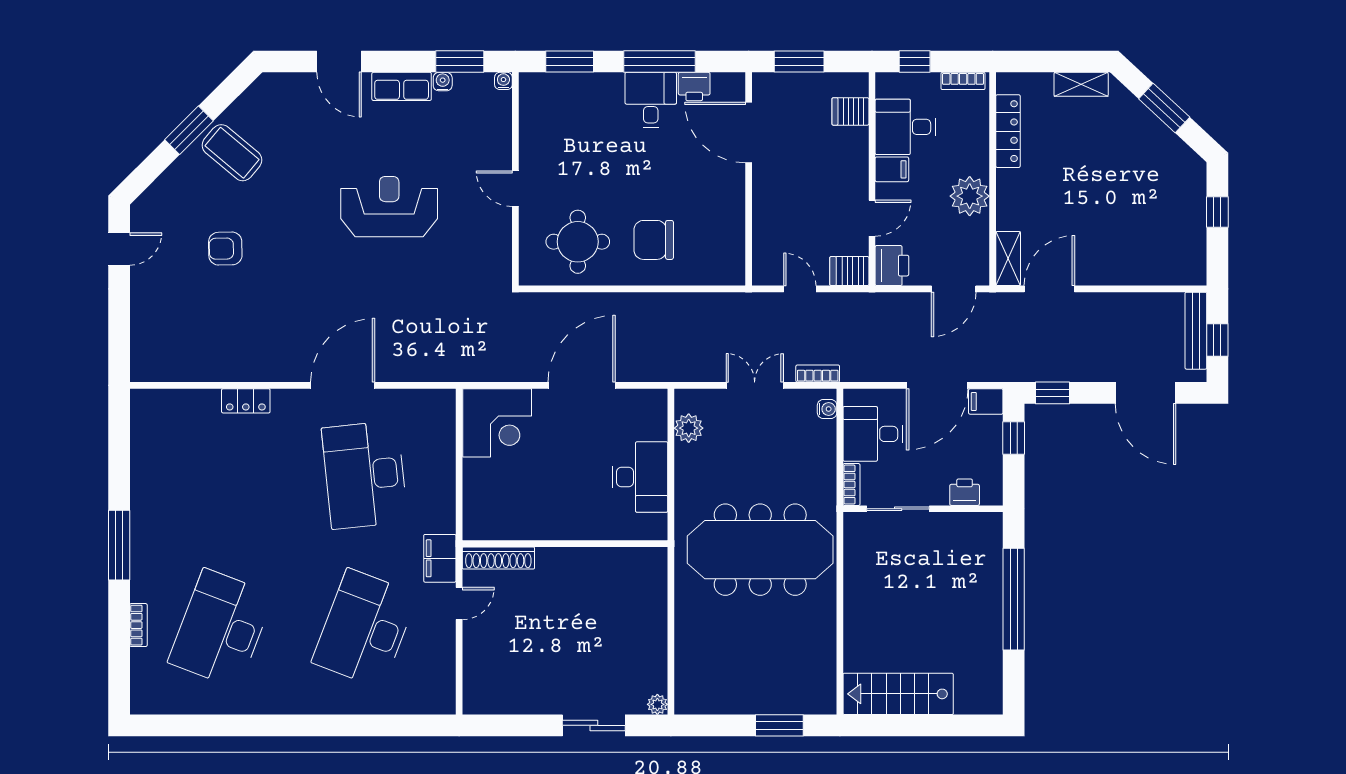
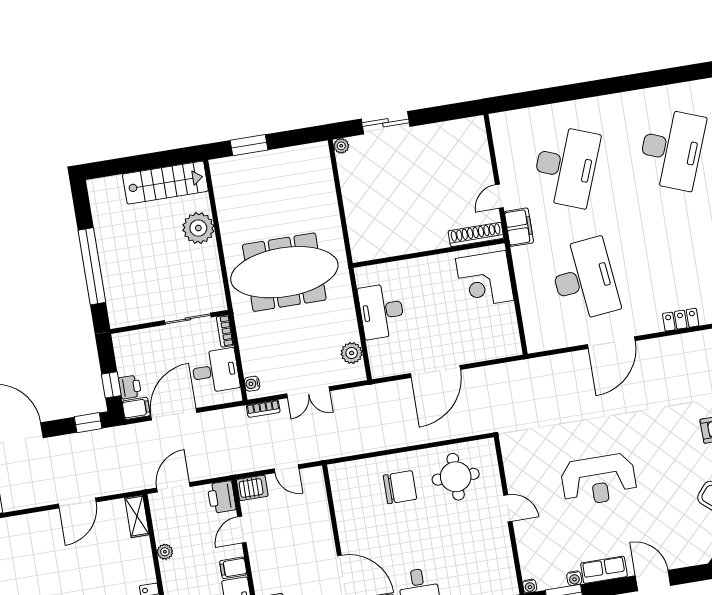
plant: (970, 196) -> (165, 552), width x0.53, depth x0.53
door: (1049, 289) -> (77, 503), moved
corner desk: (497, 423) -> (485, 279), moved, turned -90
printer: (965, 492) -> (130, 387), moved, turned -90
plant: (864, 627) -> (198, 228), added

